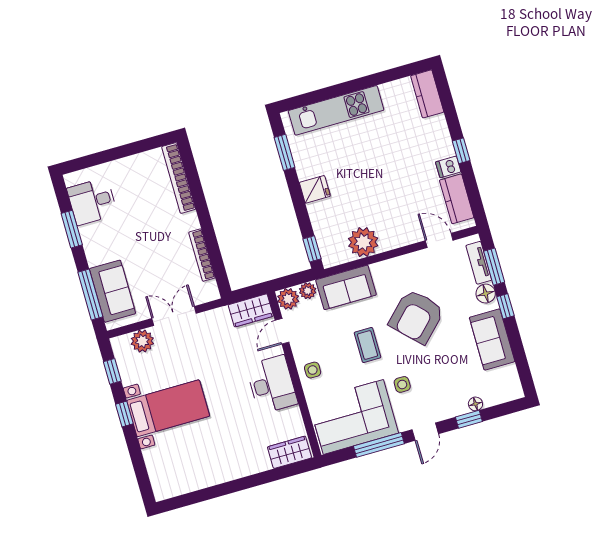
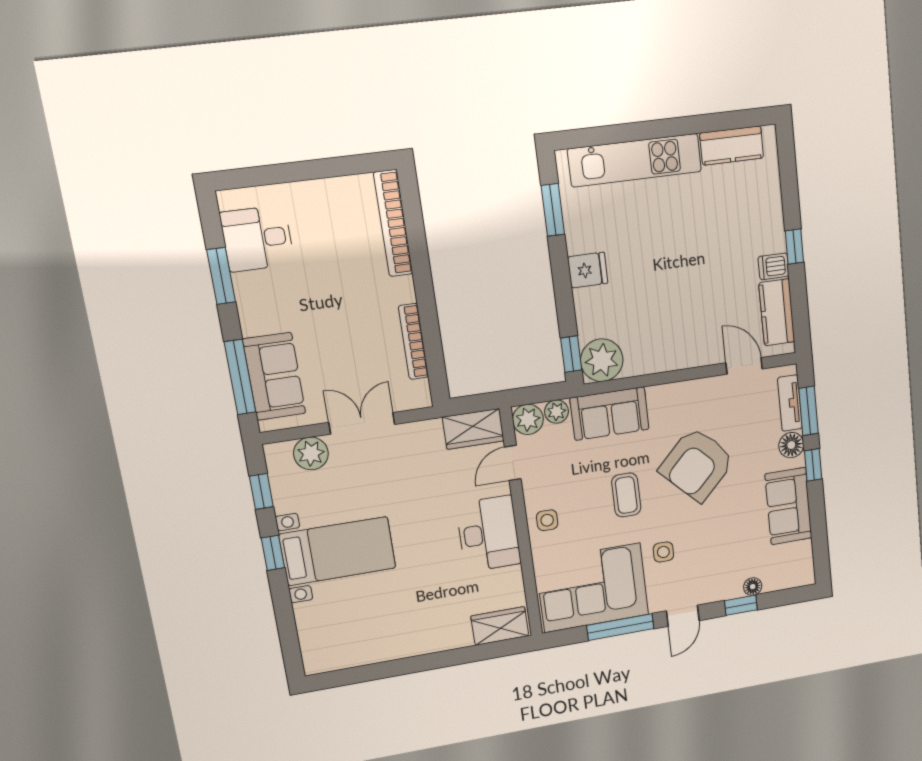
kitchen counter: (427, 94) -> (732, 146), moved, turned -90
plant: (363, 242) -> (602, 360), moved

